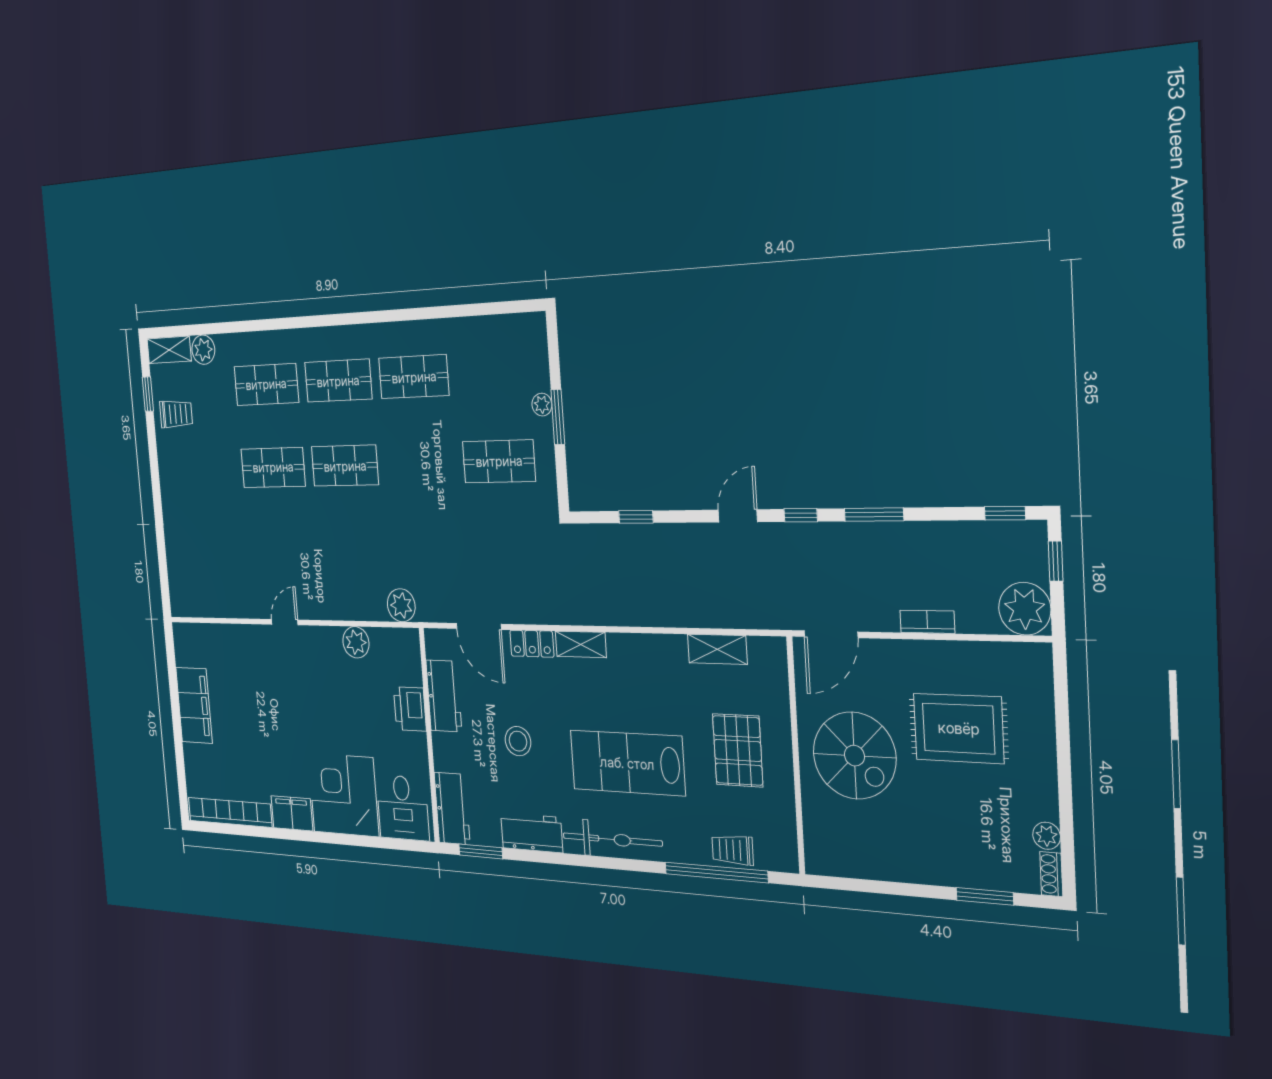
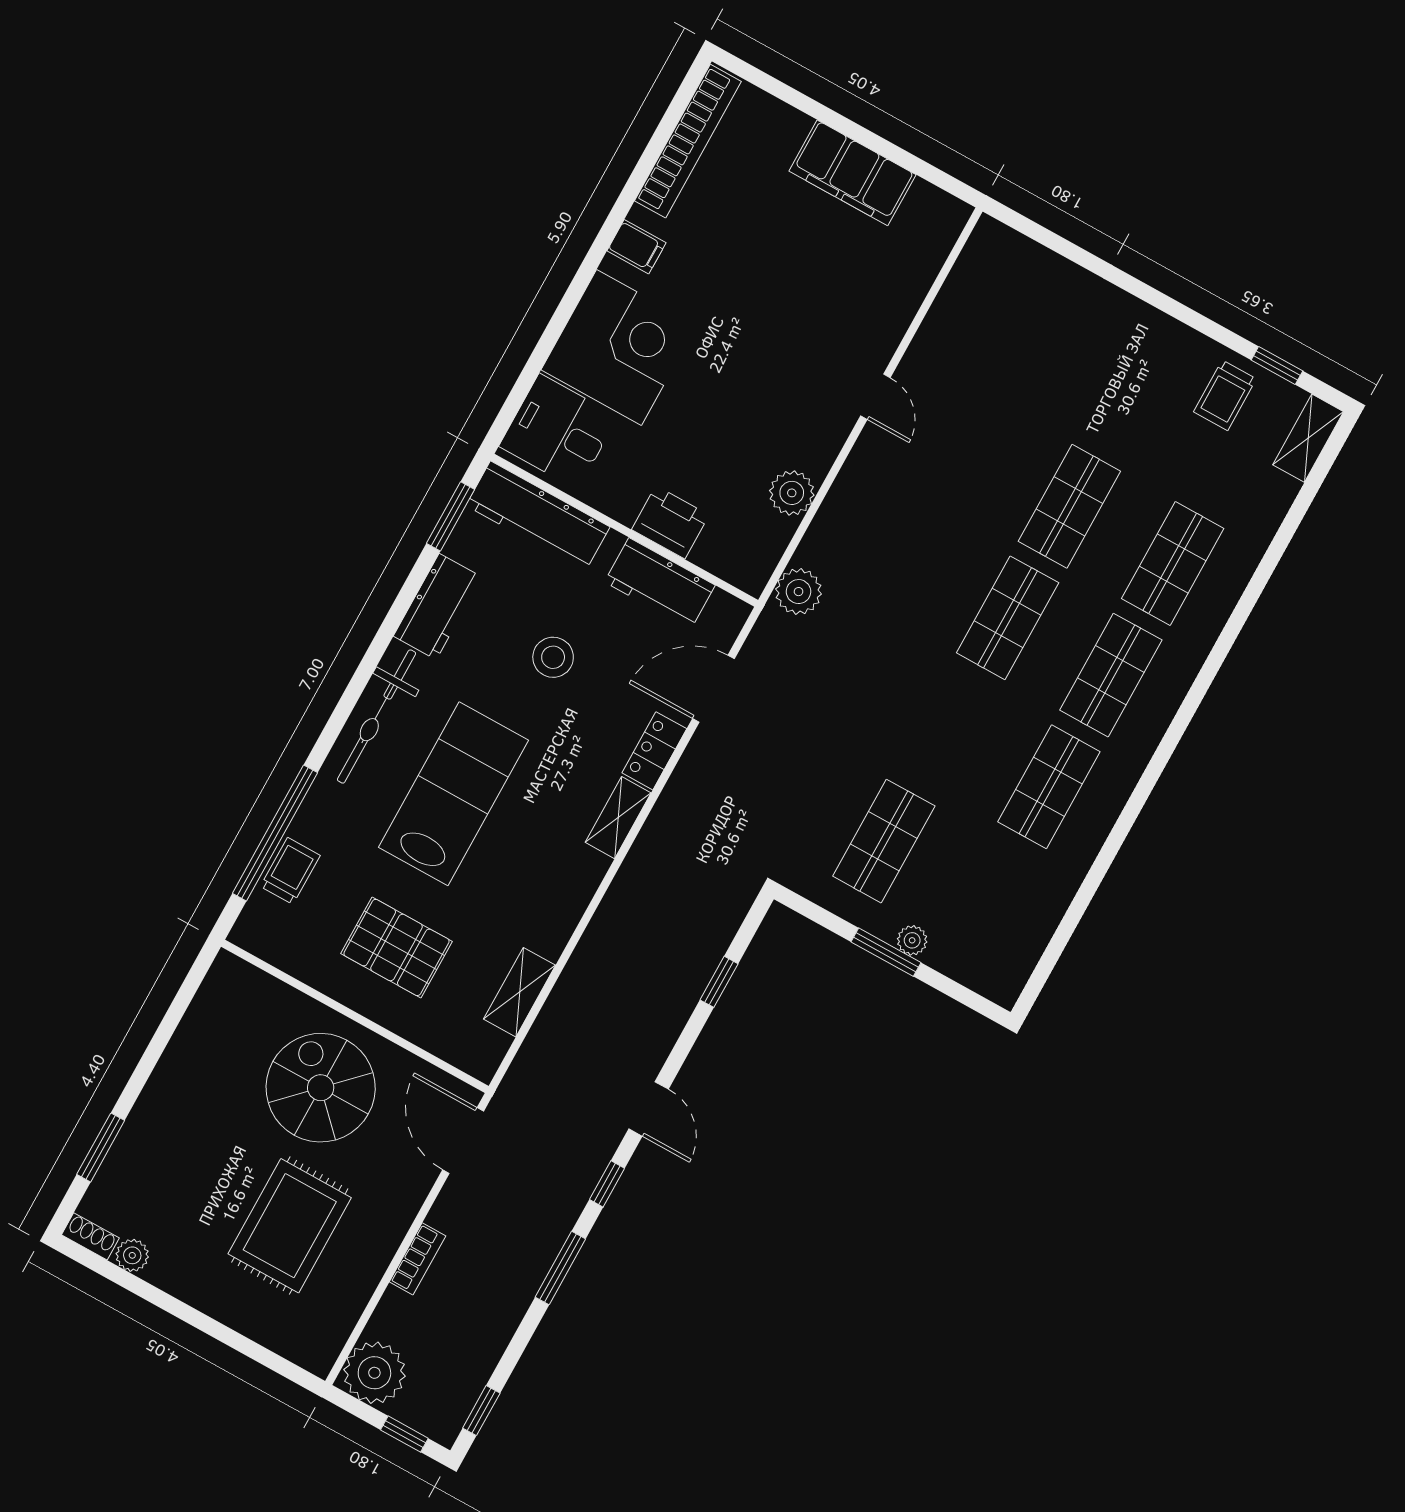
plant: (203, 350) -> (1274, 493), removed
spiral stairs: (854, 756) -> (321, 1088), turned 90
workbench: (452, 808) -> (538, 516), width x1.38
filing cabinet: (292, 813) -> (636, 247), width x0.50

